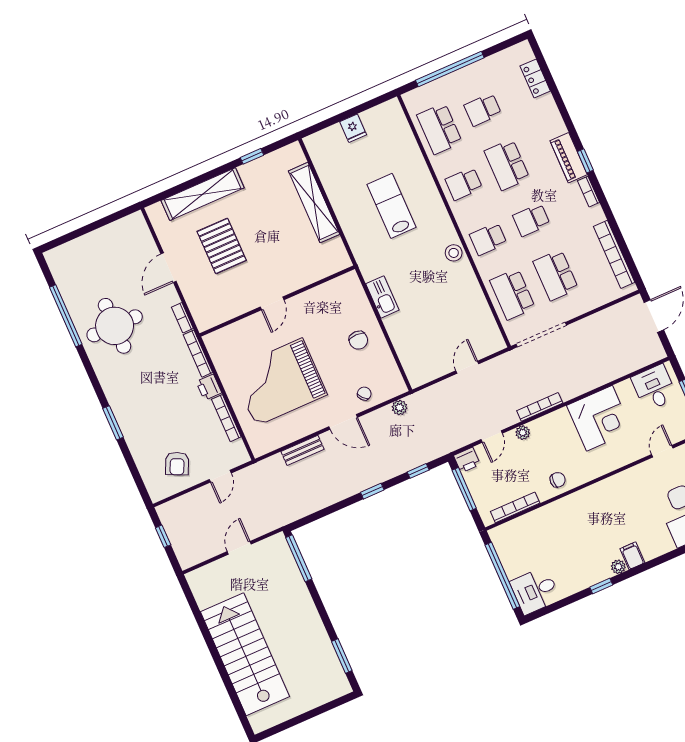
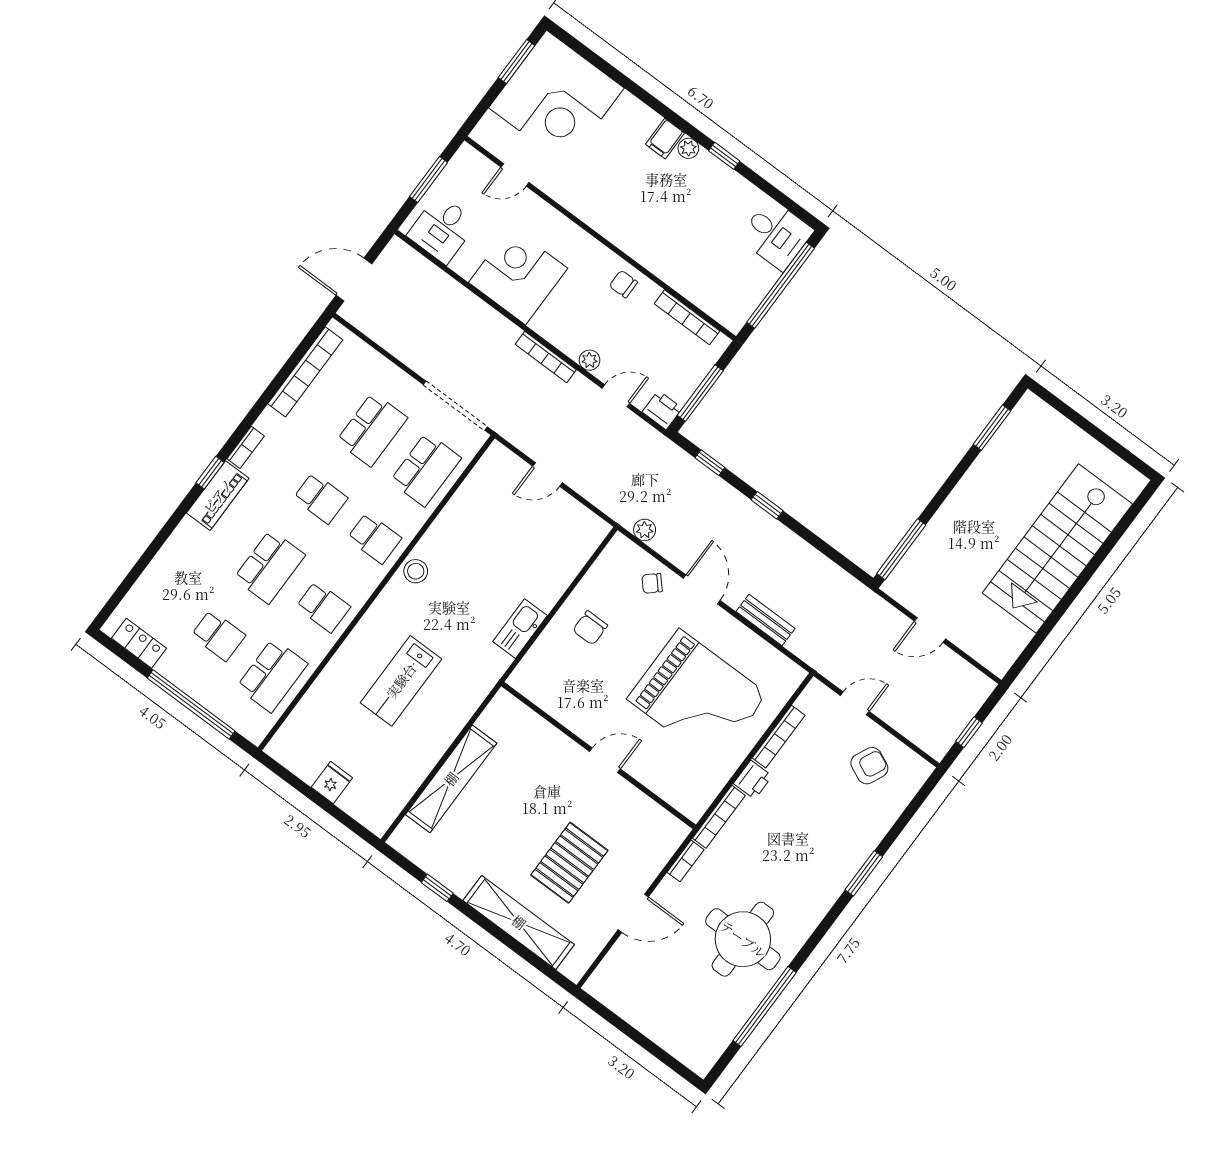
locker: (535, 78) -> (139, 643), moved, turned -90
chair: (358, 340) -> (590, 628), turned 180

